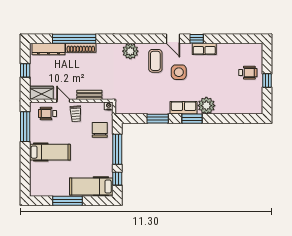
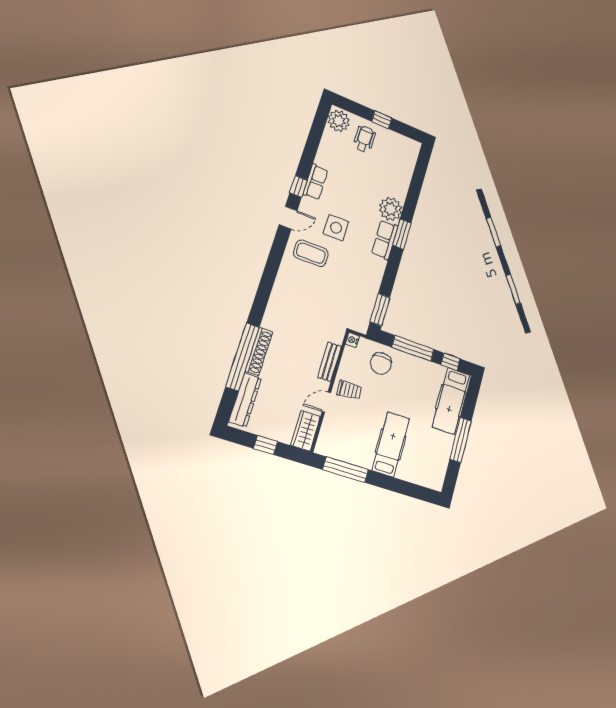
plant: (130, 51) -> (339, 121), moved
wheelchair: (47, 113) -> (337, 431), removed
window: (158, 119) -> (380, 310), moved
chair: (100, 130) -> (381, 364), turned -90

